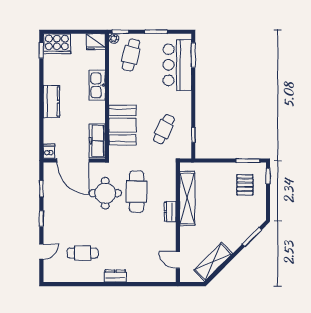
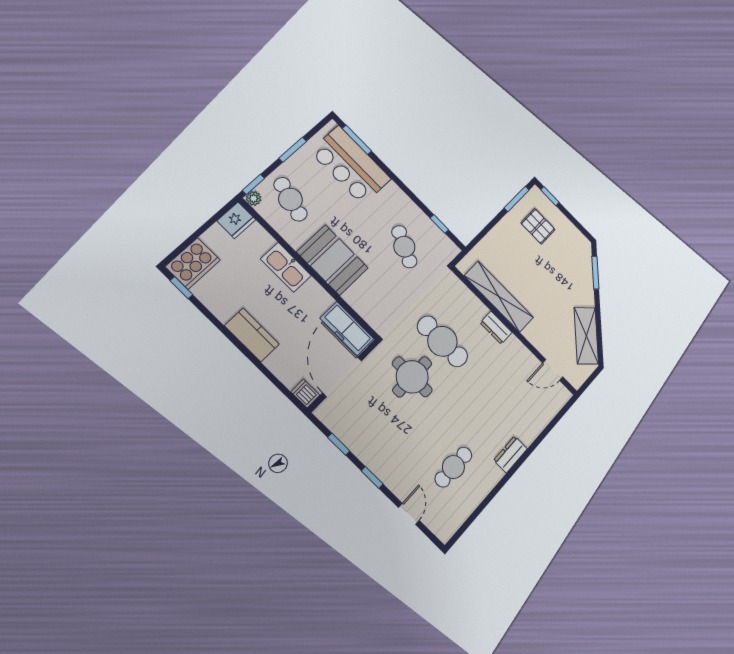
booth: (122, 125) -> (332, 260), moved
door: (73, 160) -> (342, 377), swing flipped

